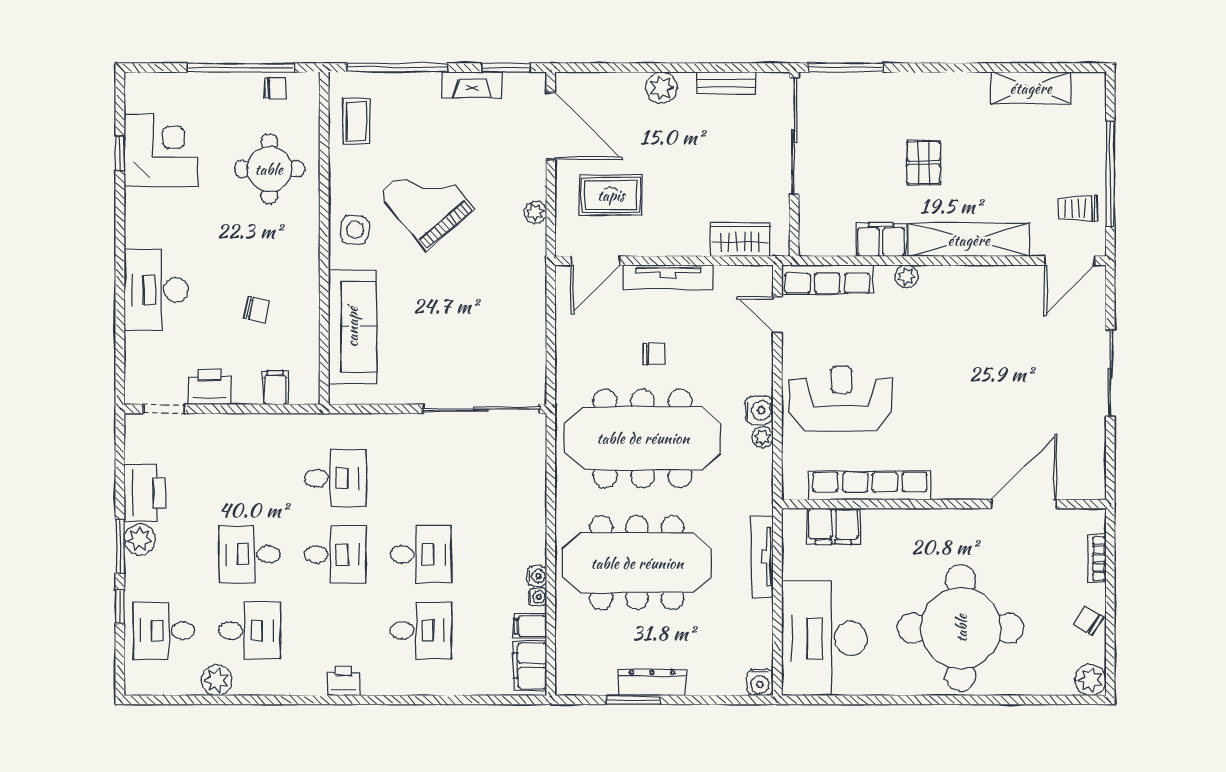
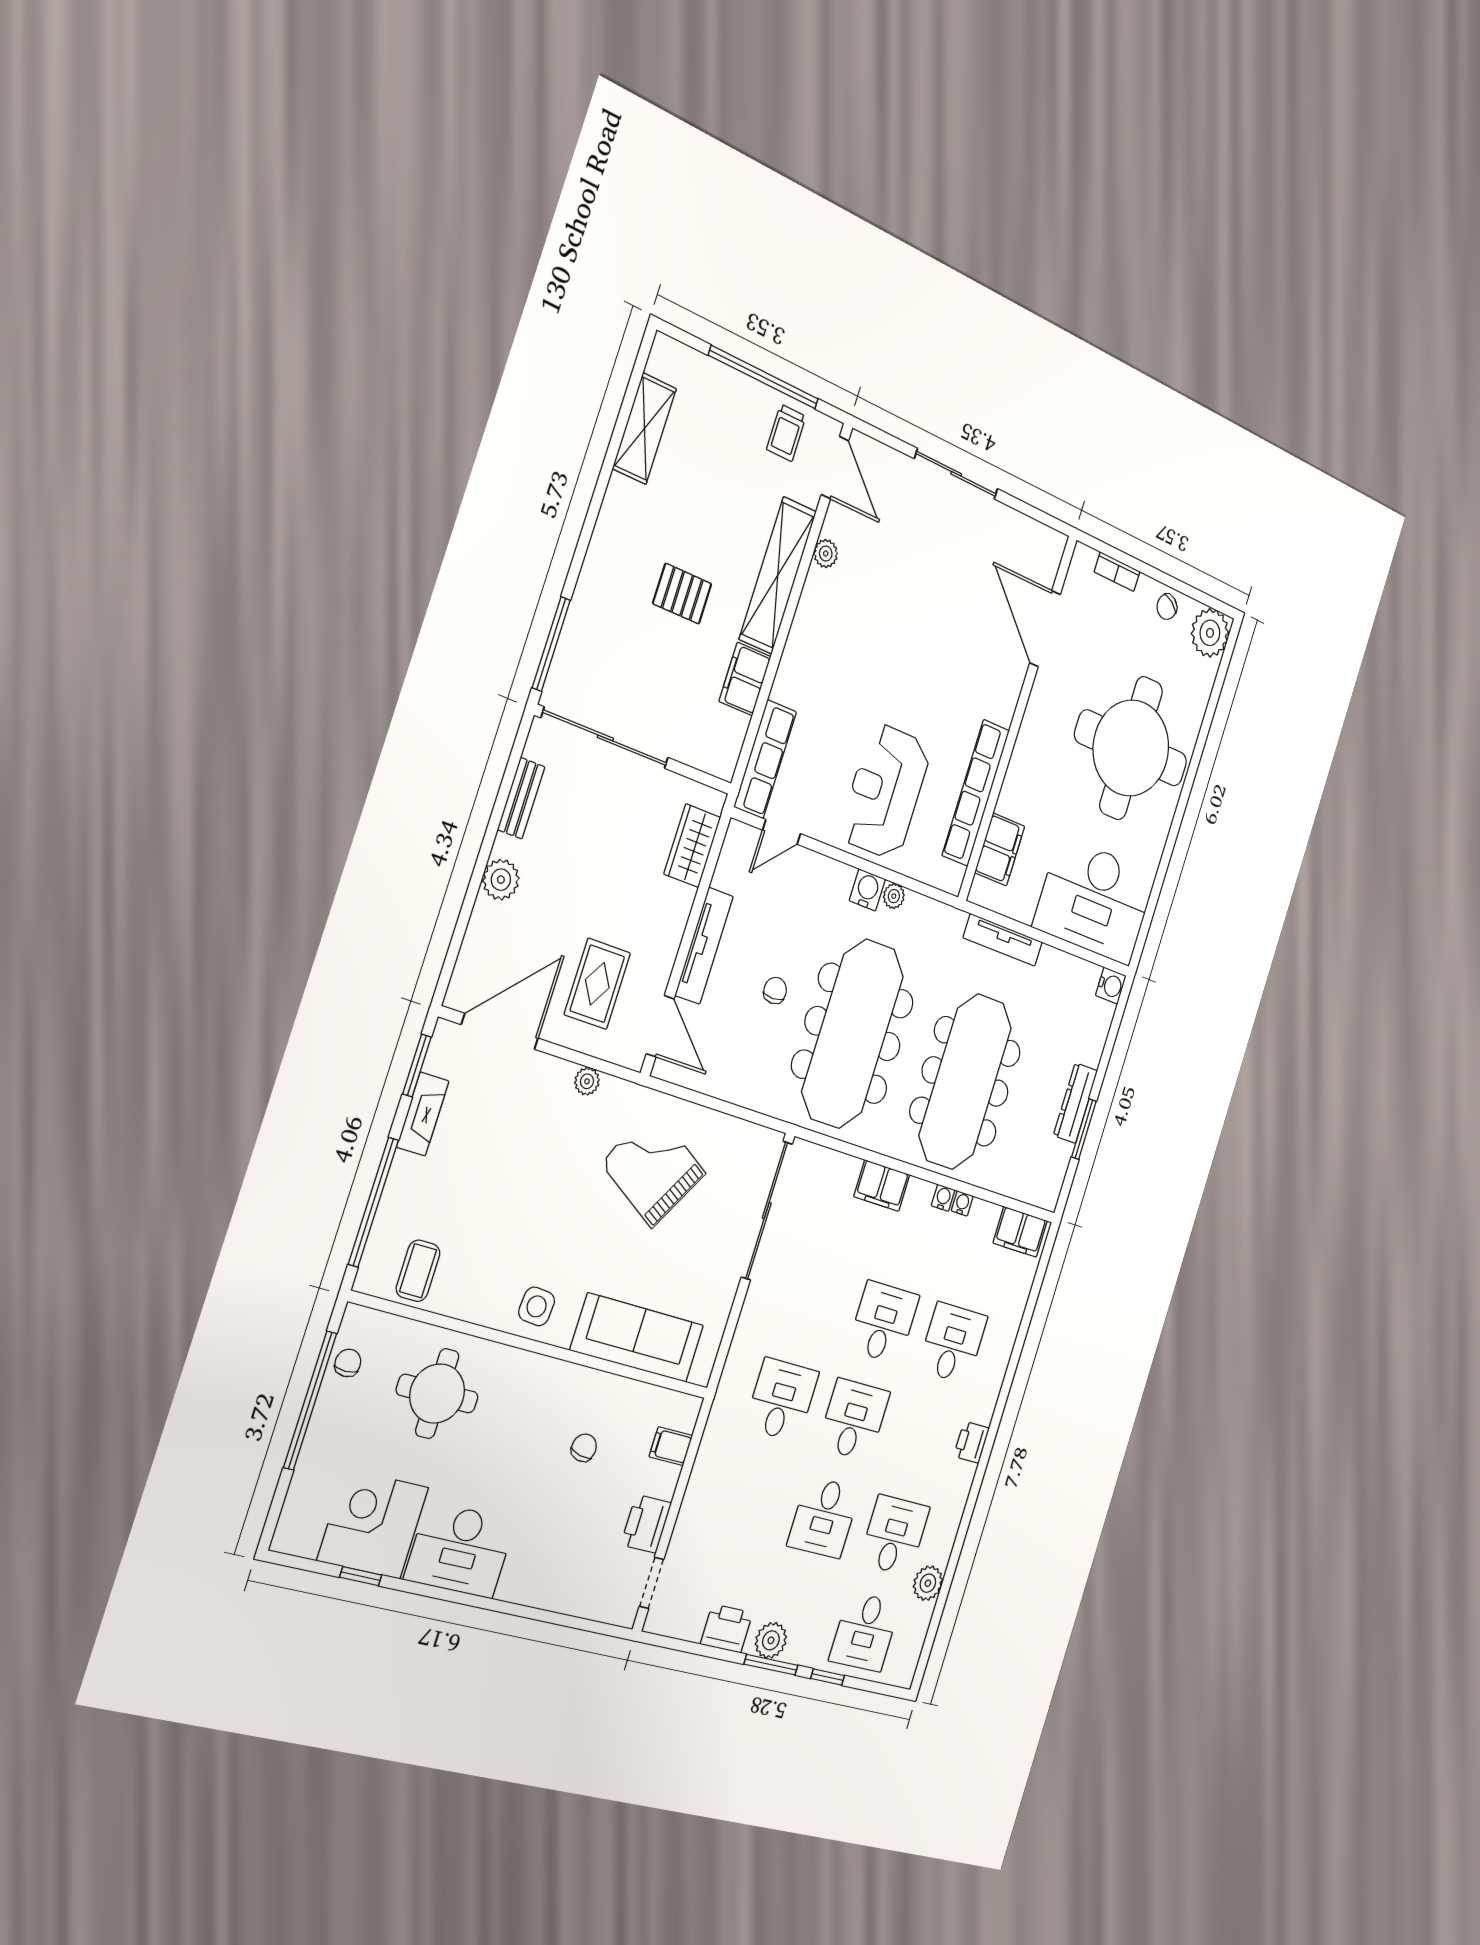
coffee table: (356, 121) -> (418, 1271), turned 90
grand piano: (426, 202) -> (653, 1168), moved, turned 71
plant: (907, 276) -> (826, 554), moved
desk: (156, 290) -> (460, 1550), moved
printer: (145, 493) -> (727, 1628), width x0.73, depth x0.84
filing cabinet: (530, 626) -> (882, 1186), moved, width x2.00
plant: (1090, 680) -> (1210, 633), width x1.36, depth x1.36

